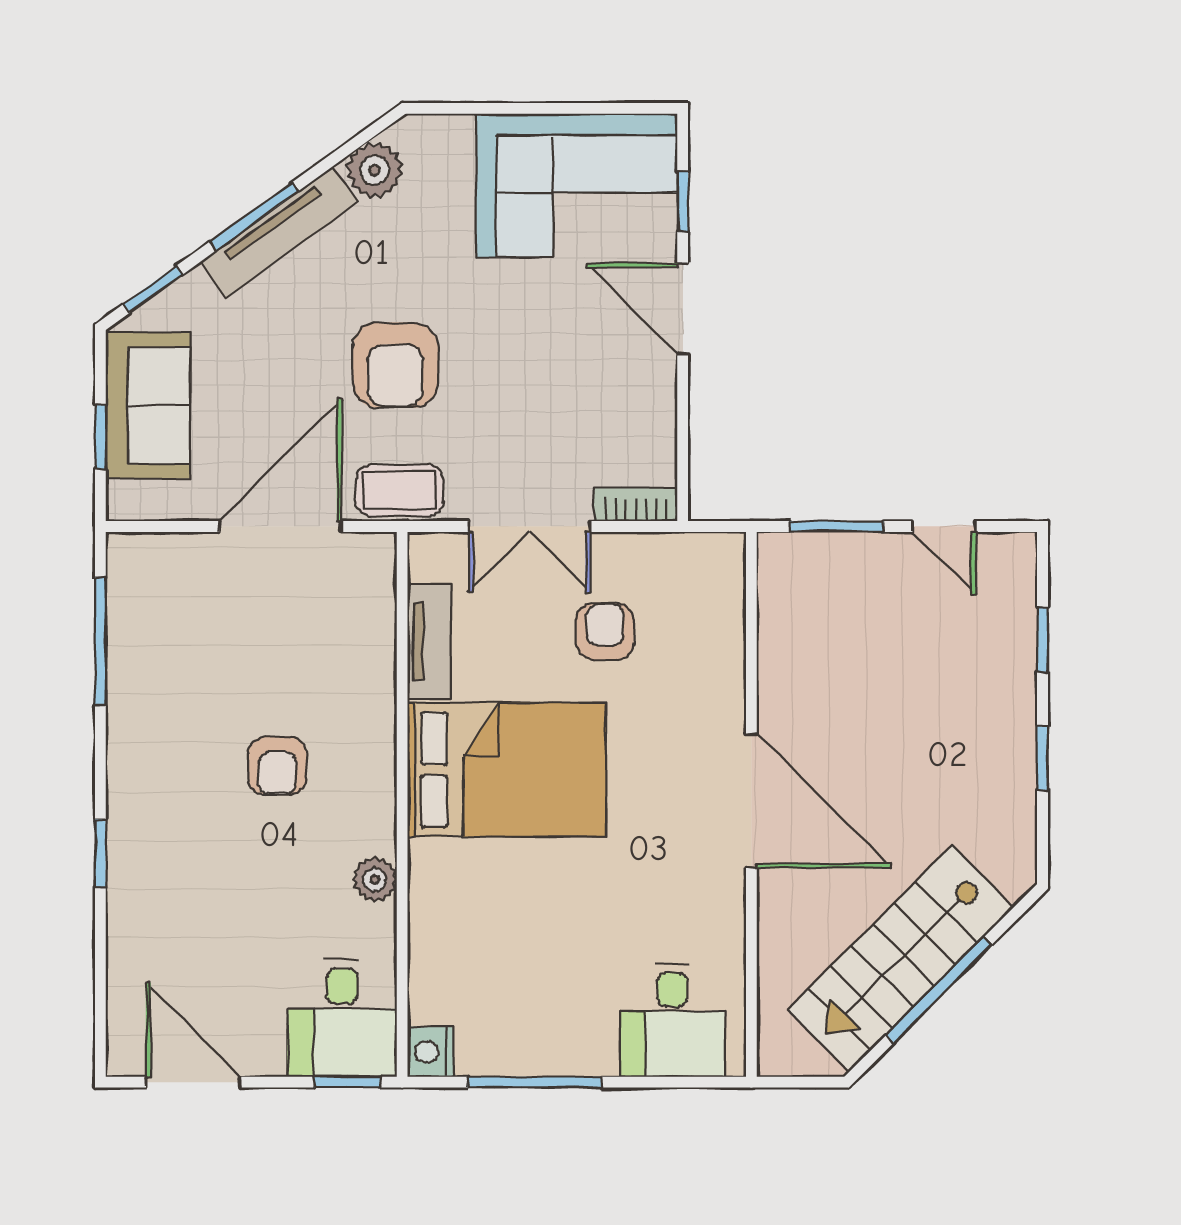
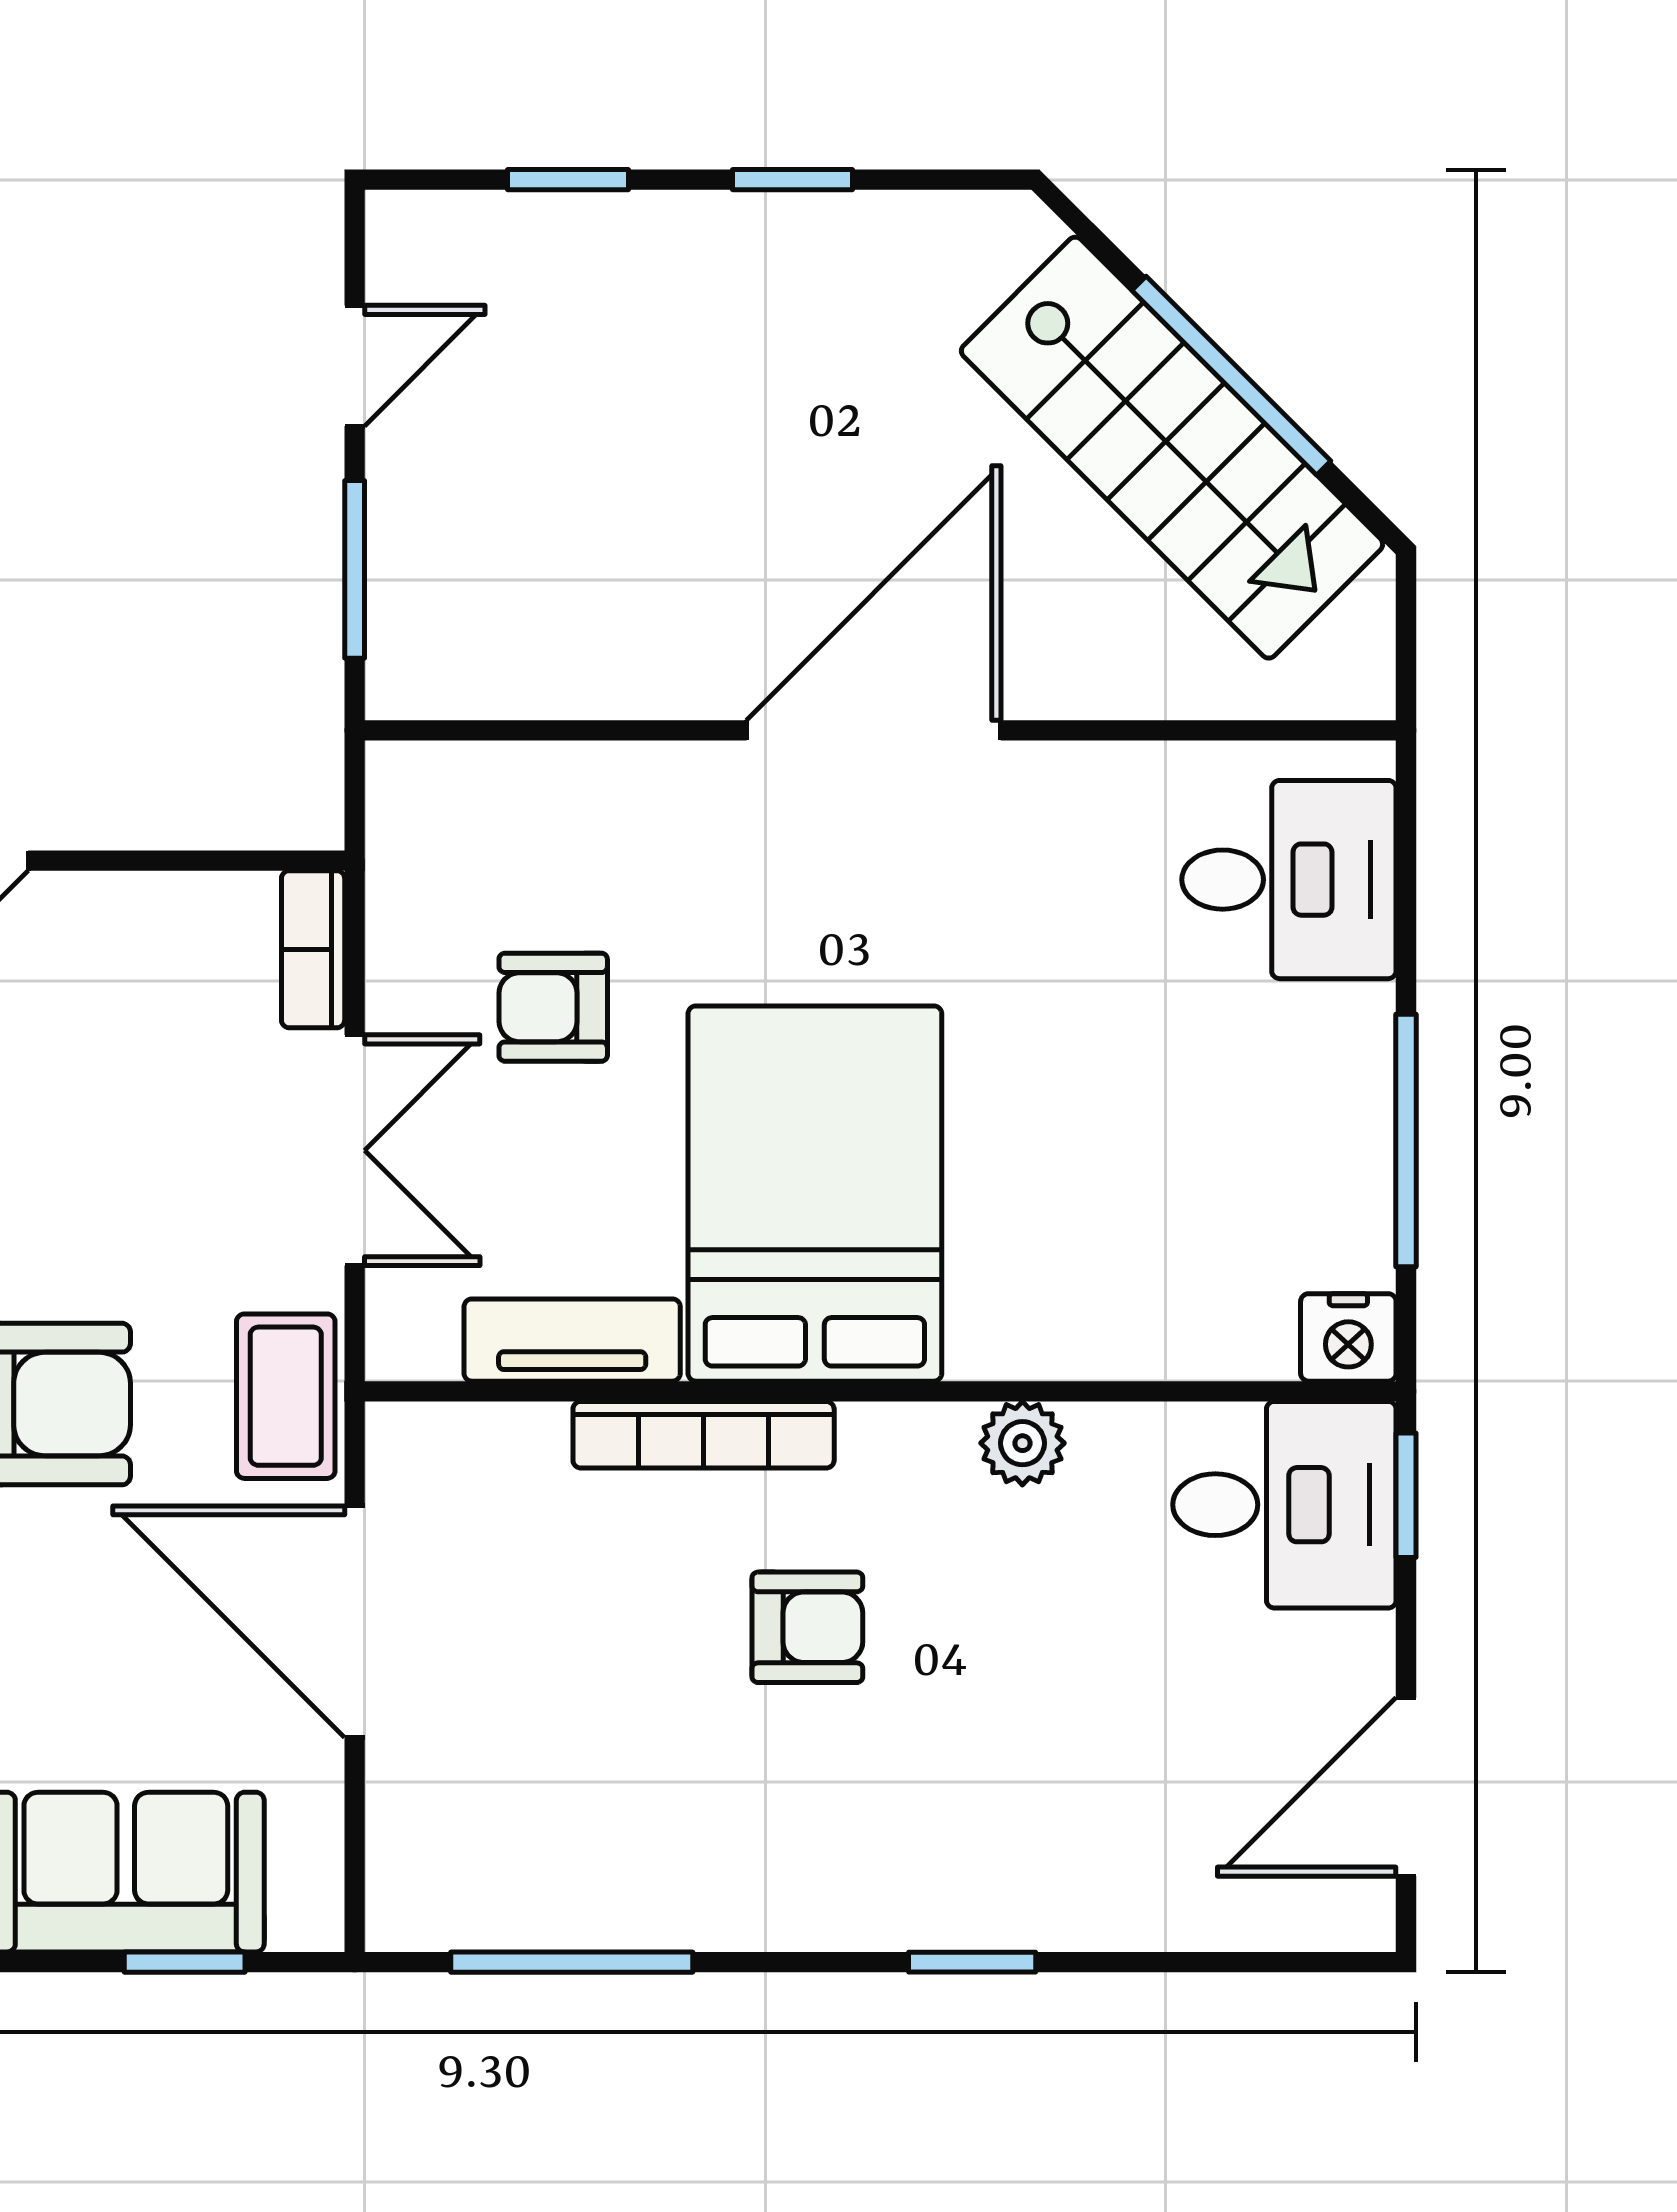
bookcase: (379, 711) -> (704, 1435), added

